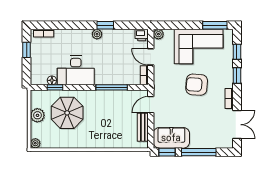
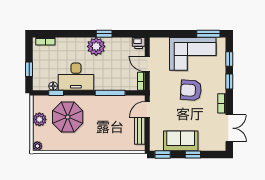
plant: (97, 34) -> (96, 46), width x1.87, depth x1.87
plant: (158, 34) -> (155, 42), removed
window: (27, 50) -> (29, 69), moved
sofa: (171, 138) -> (181, 141), moved
window: (199, 152) -> (193, 154), width x0.46

